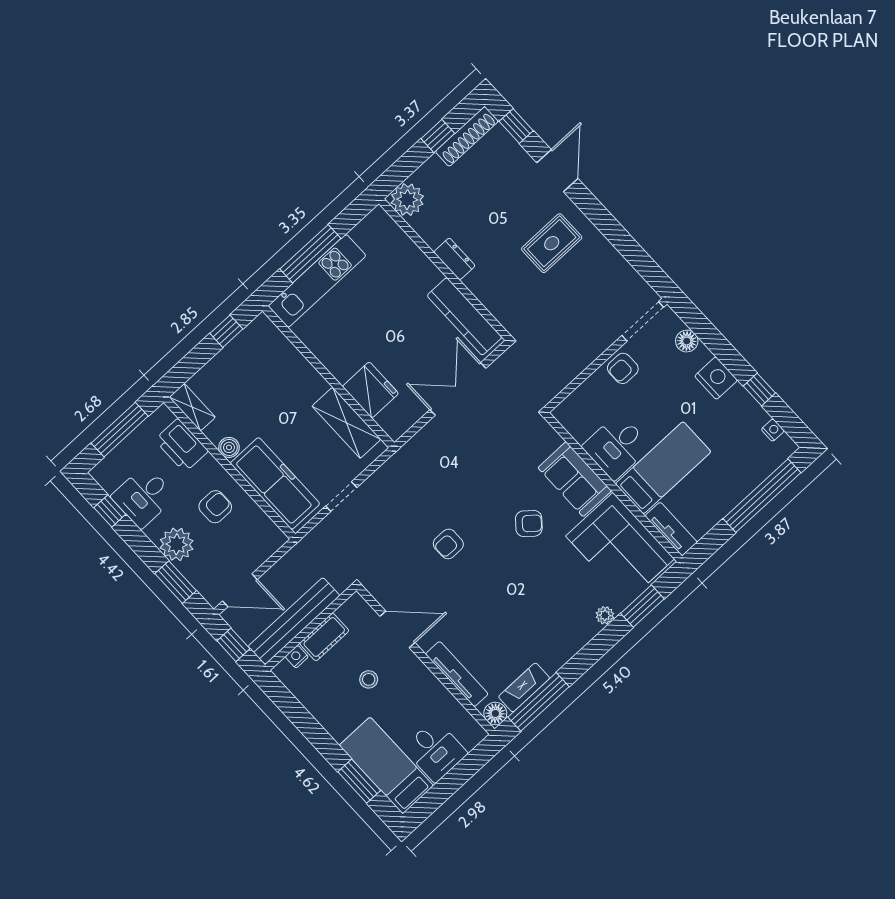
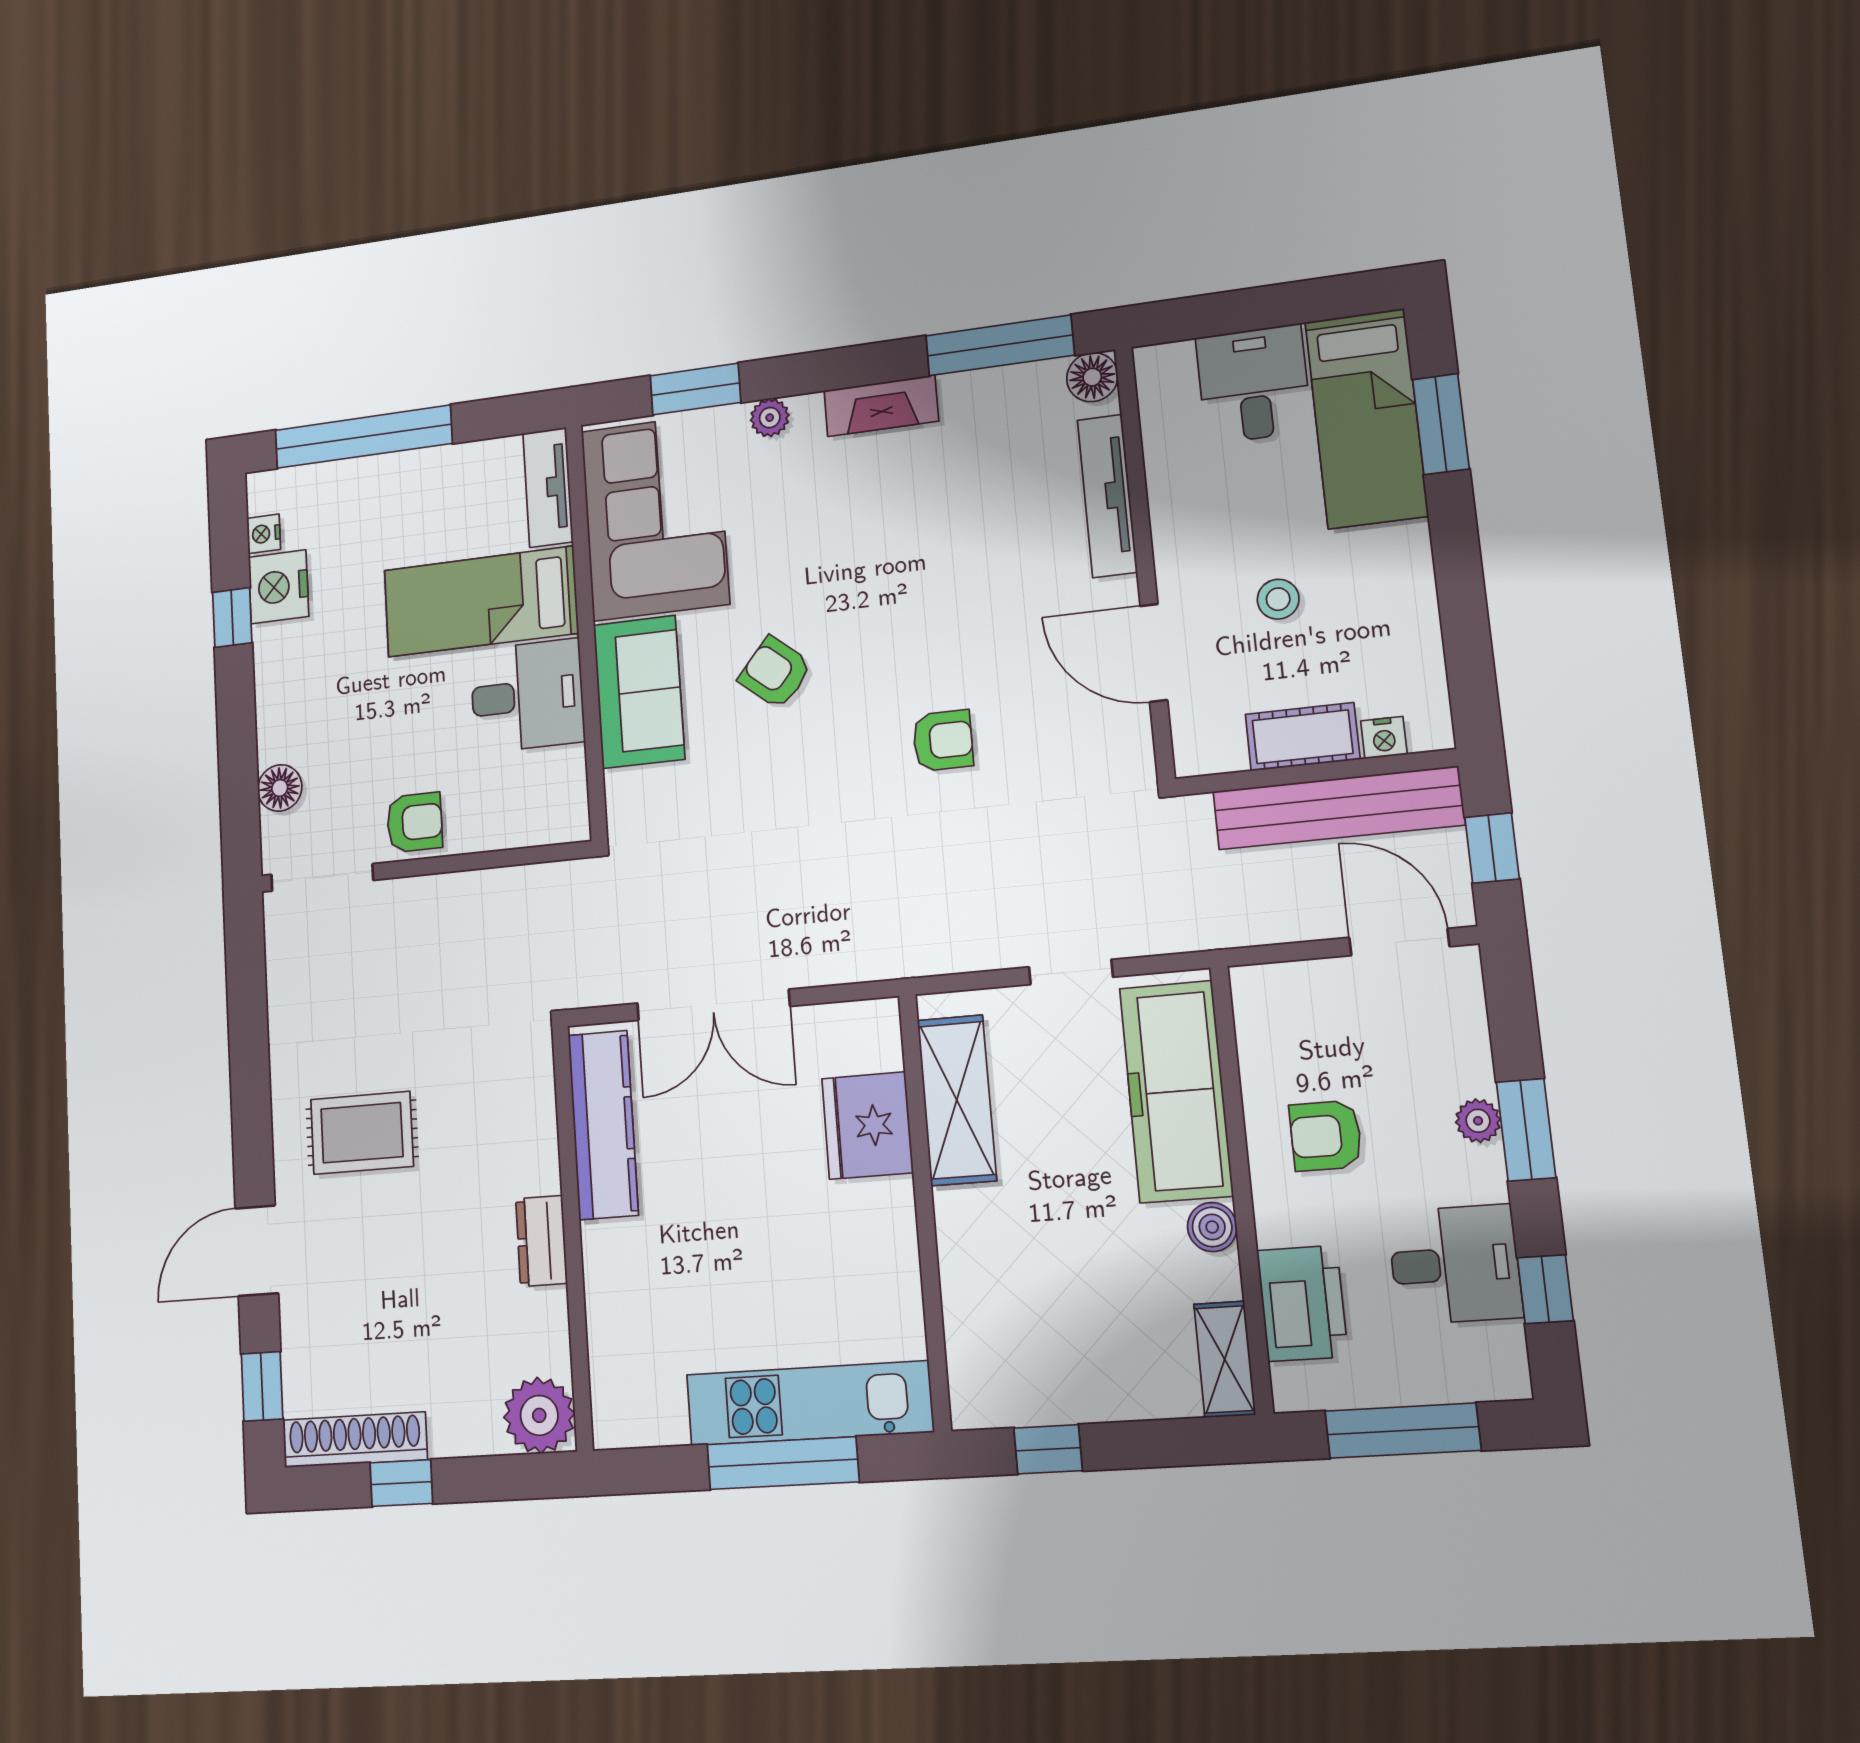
nightstand: (716, 378) -> (279, 587), moved
plant: (177, 544) -> (1478, 1121), width x0.53, depth x0.53
window: (176, 582) -> (1526, 1130), moved
fireplace: (524, 687) -> (881, 406), moved

